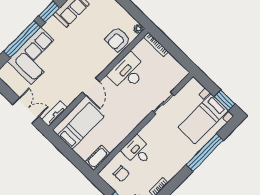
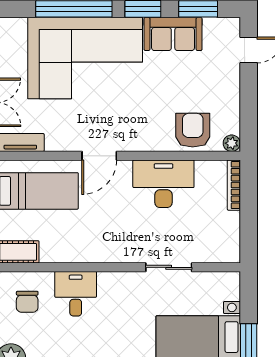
armchair: (118, 39) -> (193, 130), turned 90
corner sofa: (36, 56) -> (85, 58), width x1.36, depth x1.36

